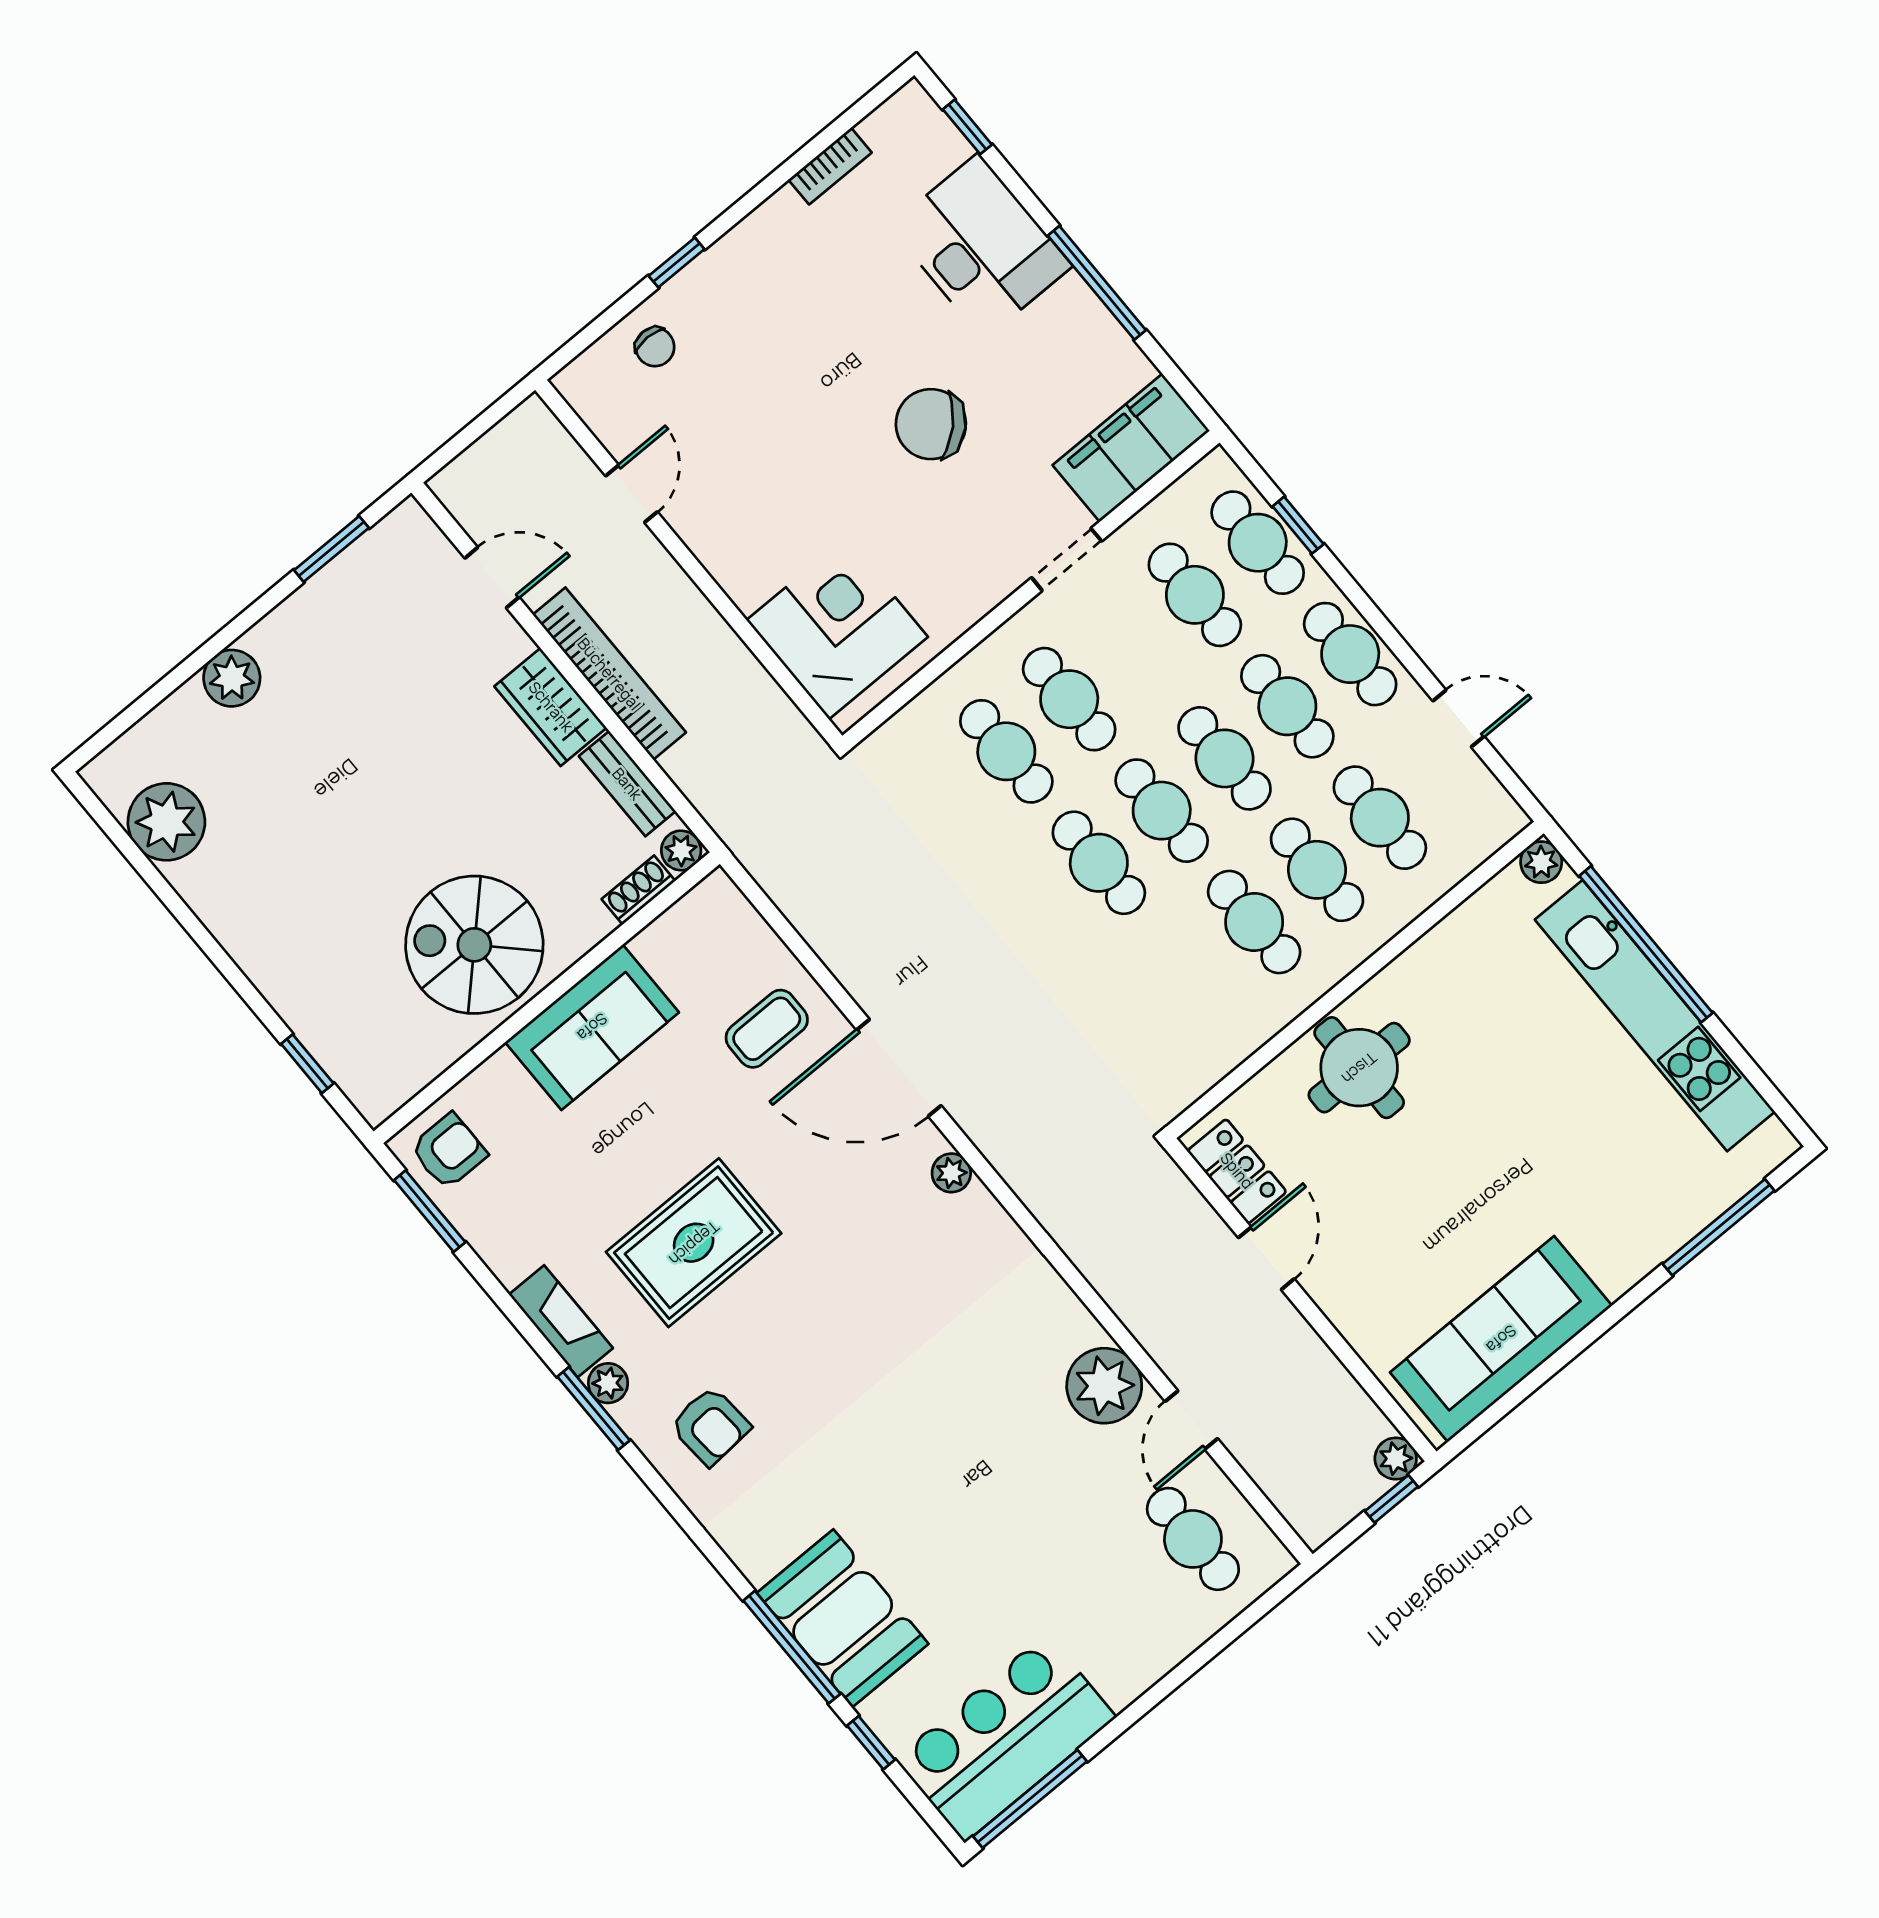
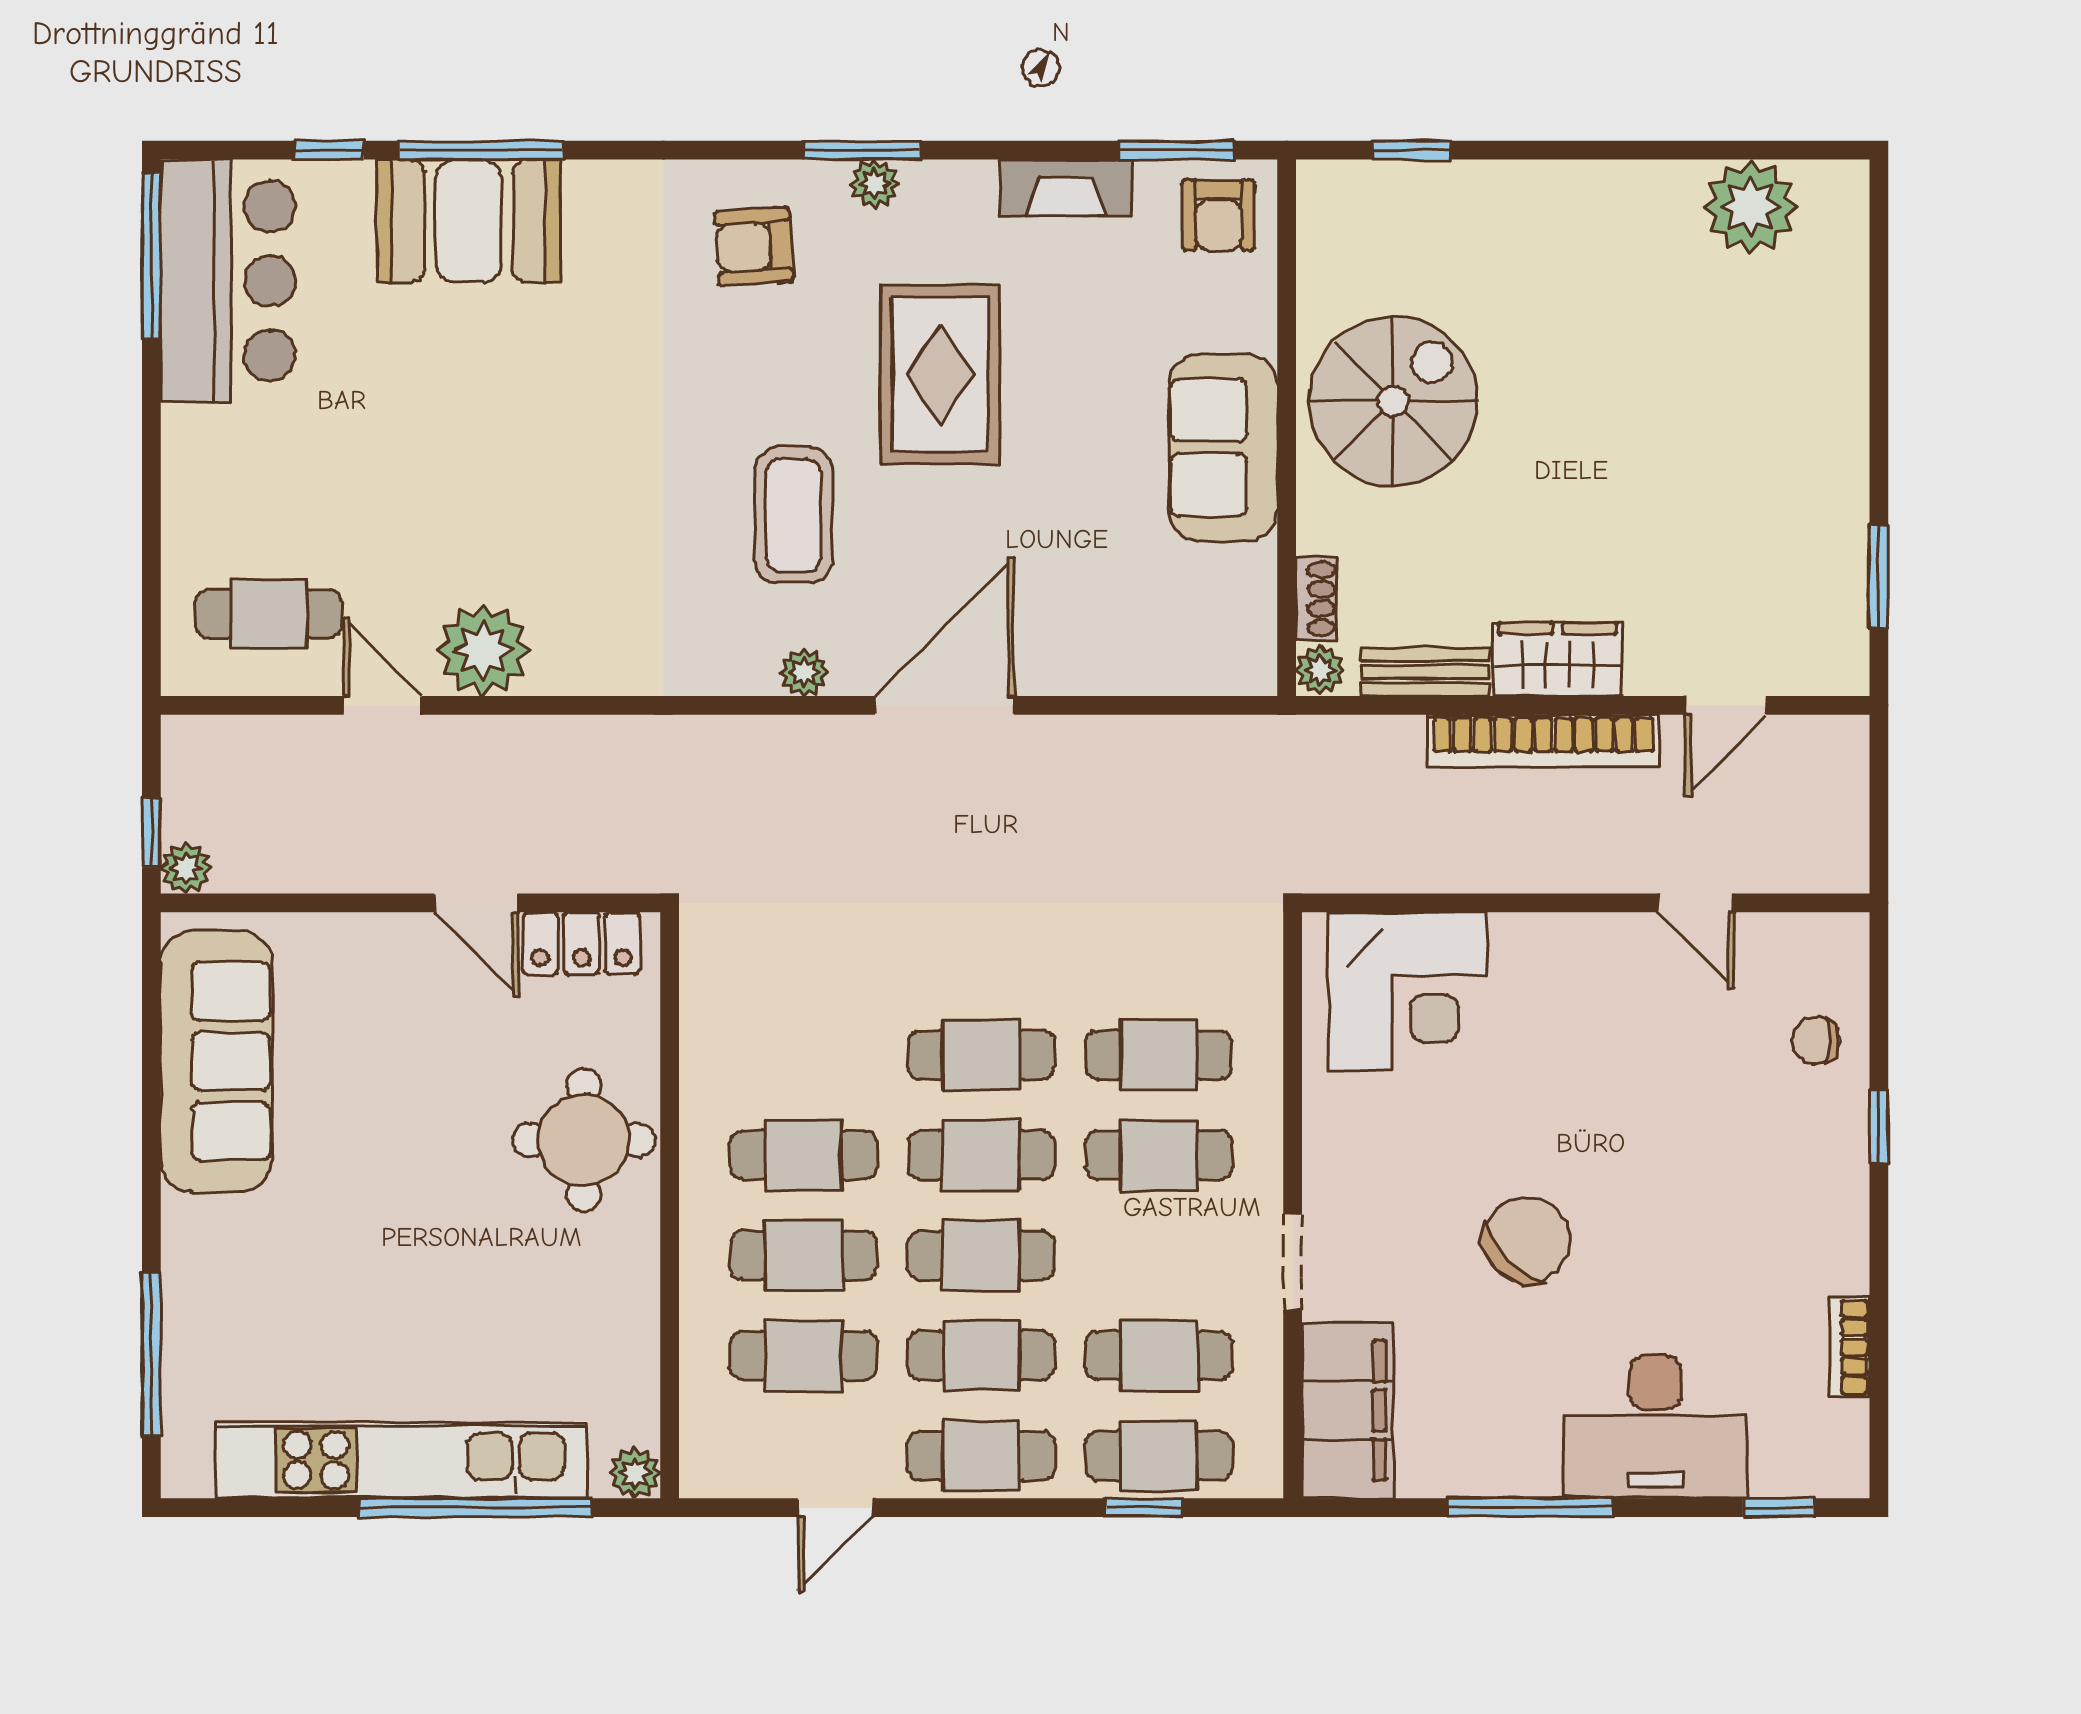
plant: (232, 678) -> (1835, 381), removed
coffee table: (767, 1029) -> (793, 515), moved, width x1.36, depth x1.30
fireplace: (561, 1321) -> (1066, 188), moved

